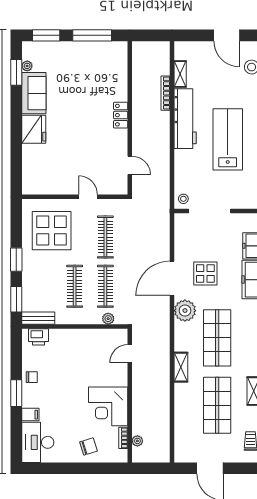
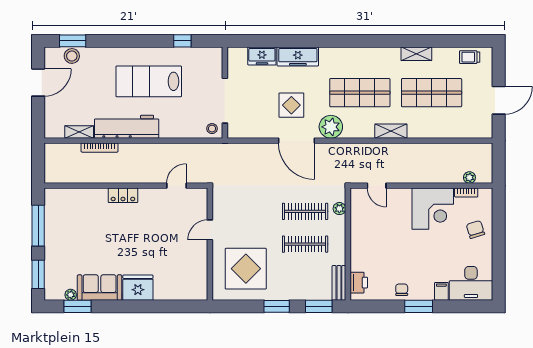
clothes rail: (105, 237) -> (253, 211), removed

